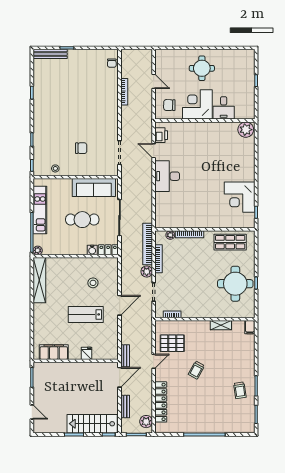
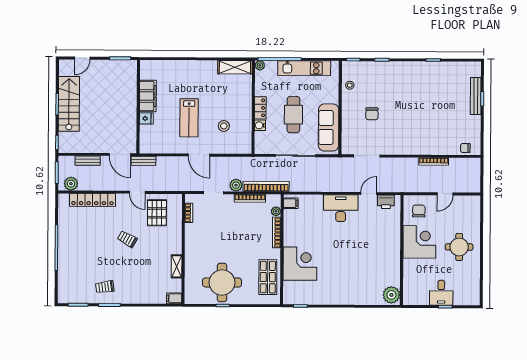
bench: (50, 54) -> (476, 96), moved
desk: (224, 108) -> (441, 293), moved, turned -90
corner desk: (240, 197) -> (300, 264), moved, turned 90
filing cabinet: (163, 222) -> (291, 203), added
locker: (108, 250) -> (260, 108), moved
shelving: (39, 280) -> (235, 67), width x0.68
lab bench: (86, 314) -> (189, 118), turned 180
filing cabinet: (54, 352) -> (148, 96), moved
stairs: (92, 424) -> (69, 104), moved

